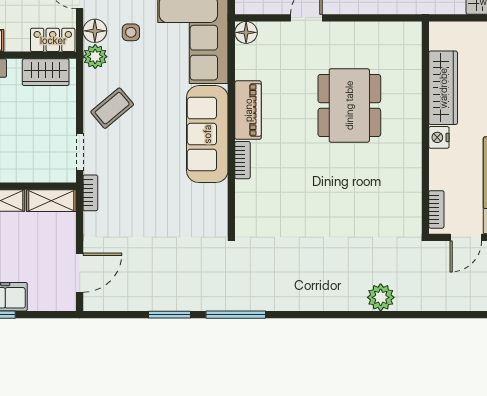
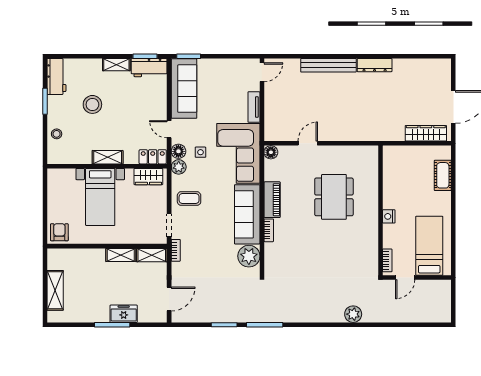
wardrobe: (443, 88) -> (391, 186), removed
coffee table: (112, 108) -> (189, 199), turned 40
plant: (210, 202) -> (249, 256), added

